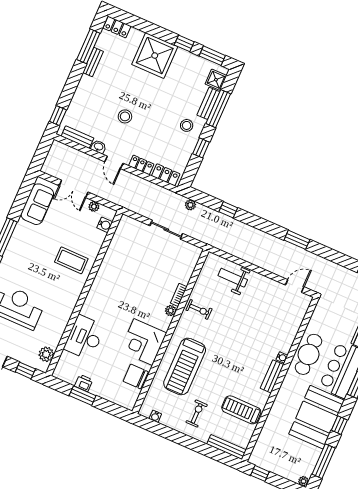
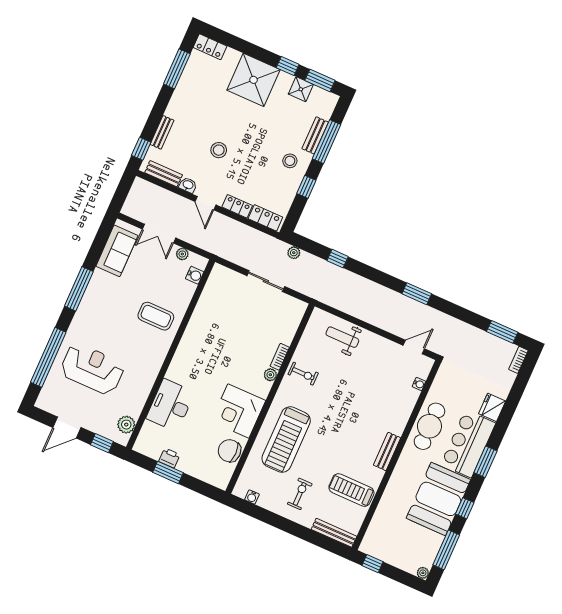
bench: (93, 62) -> (162, 132), moved
shower: (216, 80) -> (301, 89), moved
water cooler: (282, 357) -> (419, 384), moved

